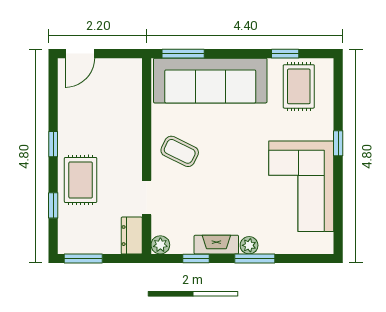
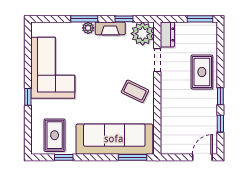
window: (53, 205) -> (220, 124), moved
plant: (160, 245) -> (143, 34), width x1.88, depth x1.88

